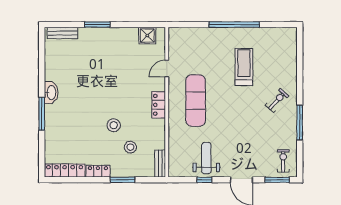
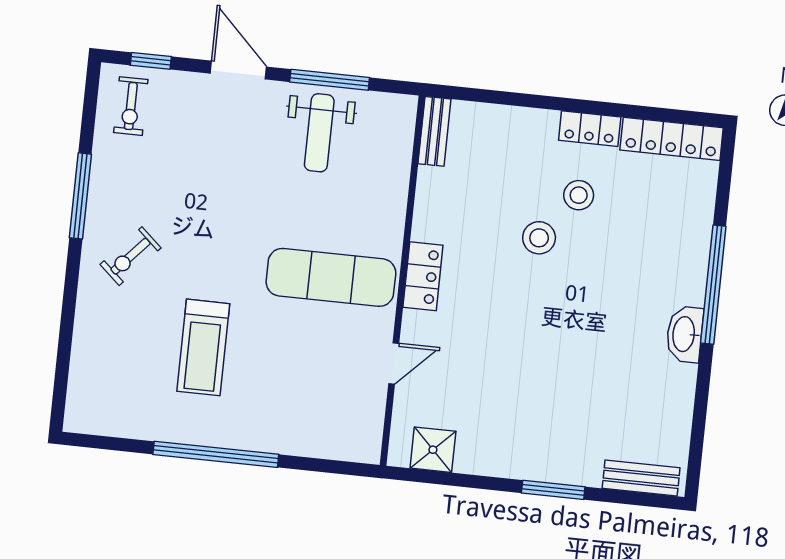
exercise mat: (196, 101) -> (331, 277), turned 90
window: (42, 114) -> (713, 285), width x1.46
stool: (130, 147) -> (579, 195), moved
window: (122, 180) -> (532, 101), removed
window: (204, 180) -> (330, 80), width x2.17
window: (277, 180) -> (151, 61), width x0.67

